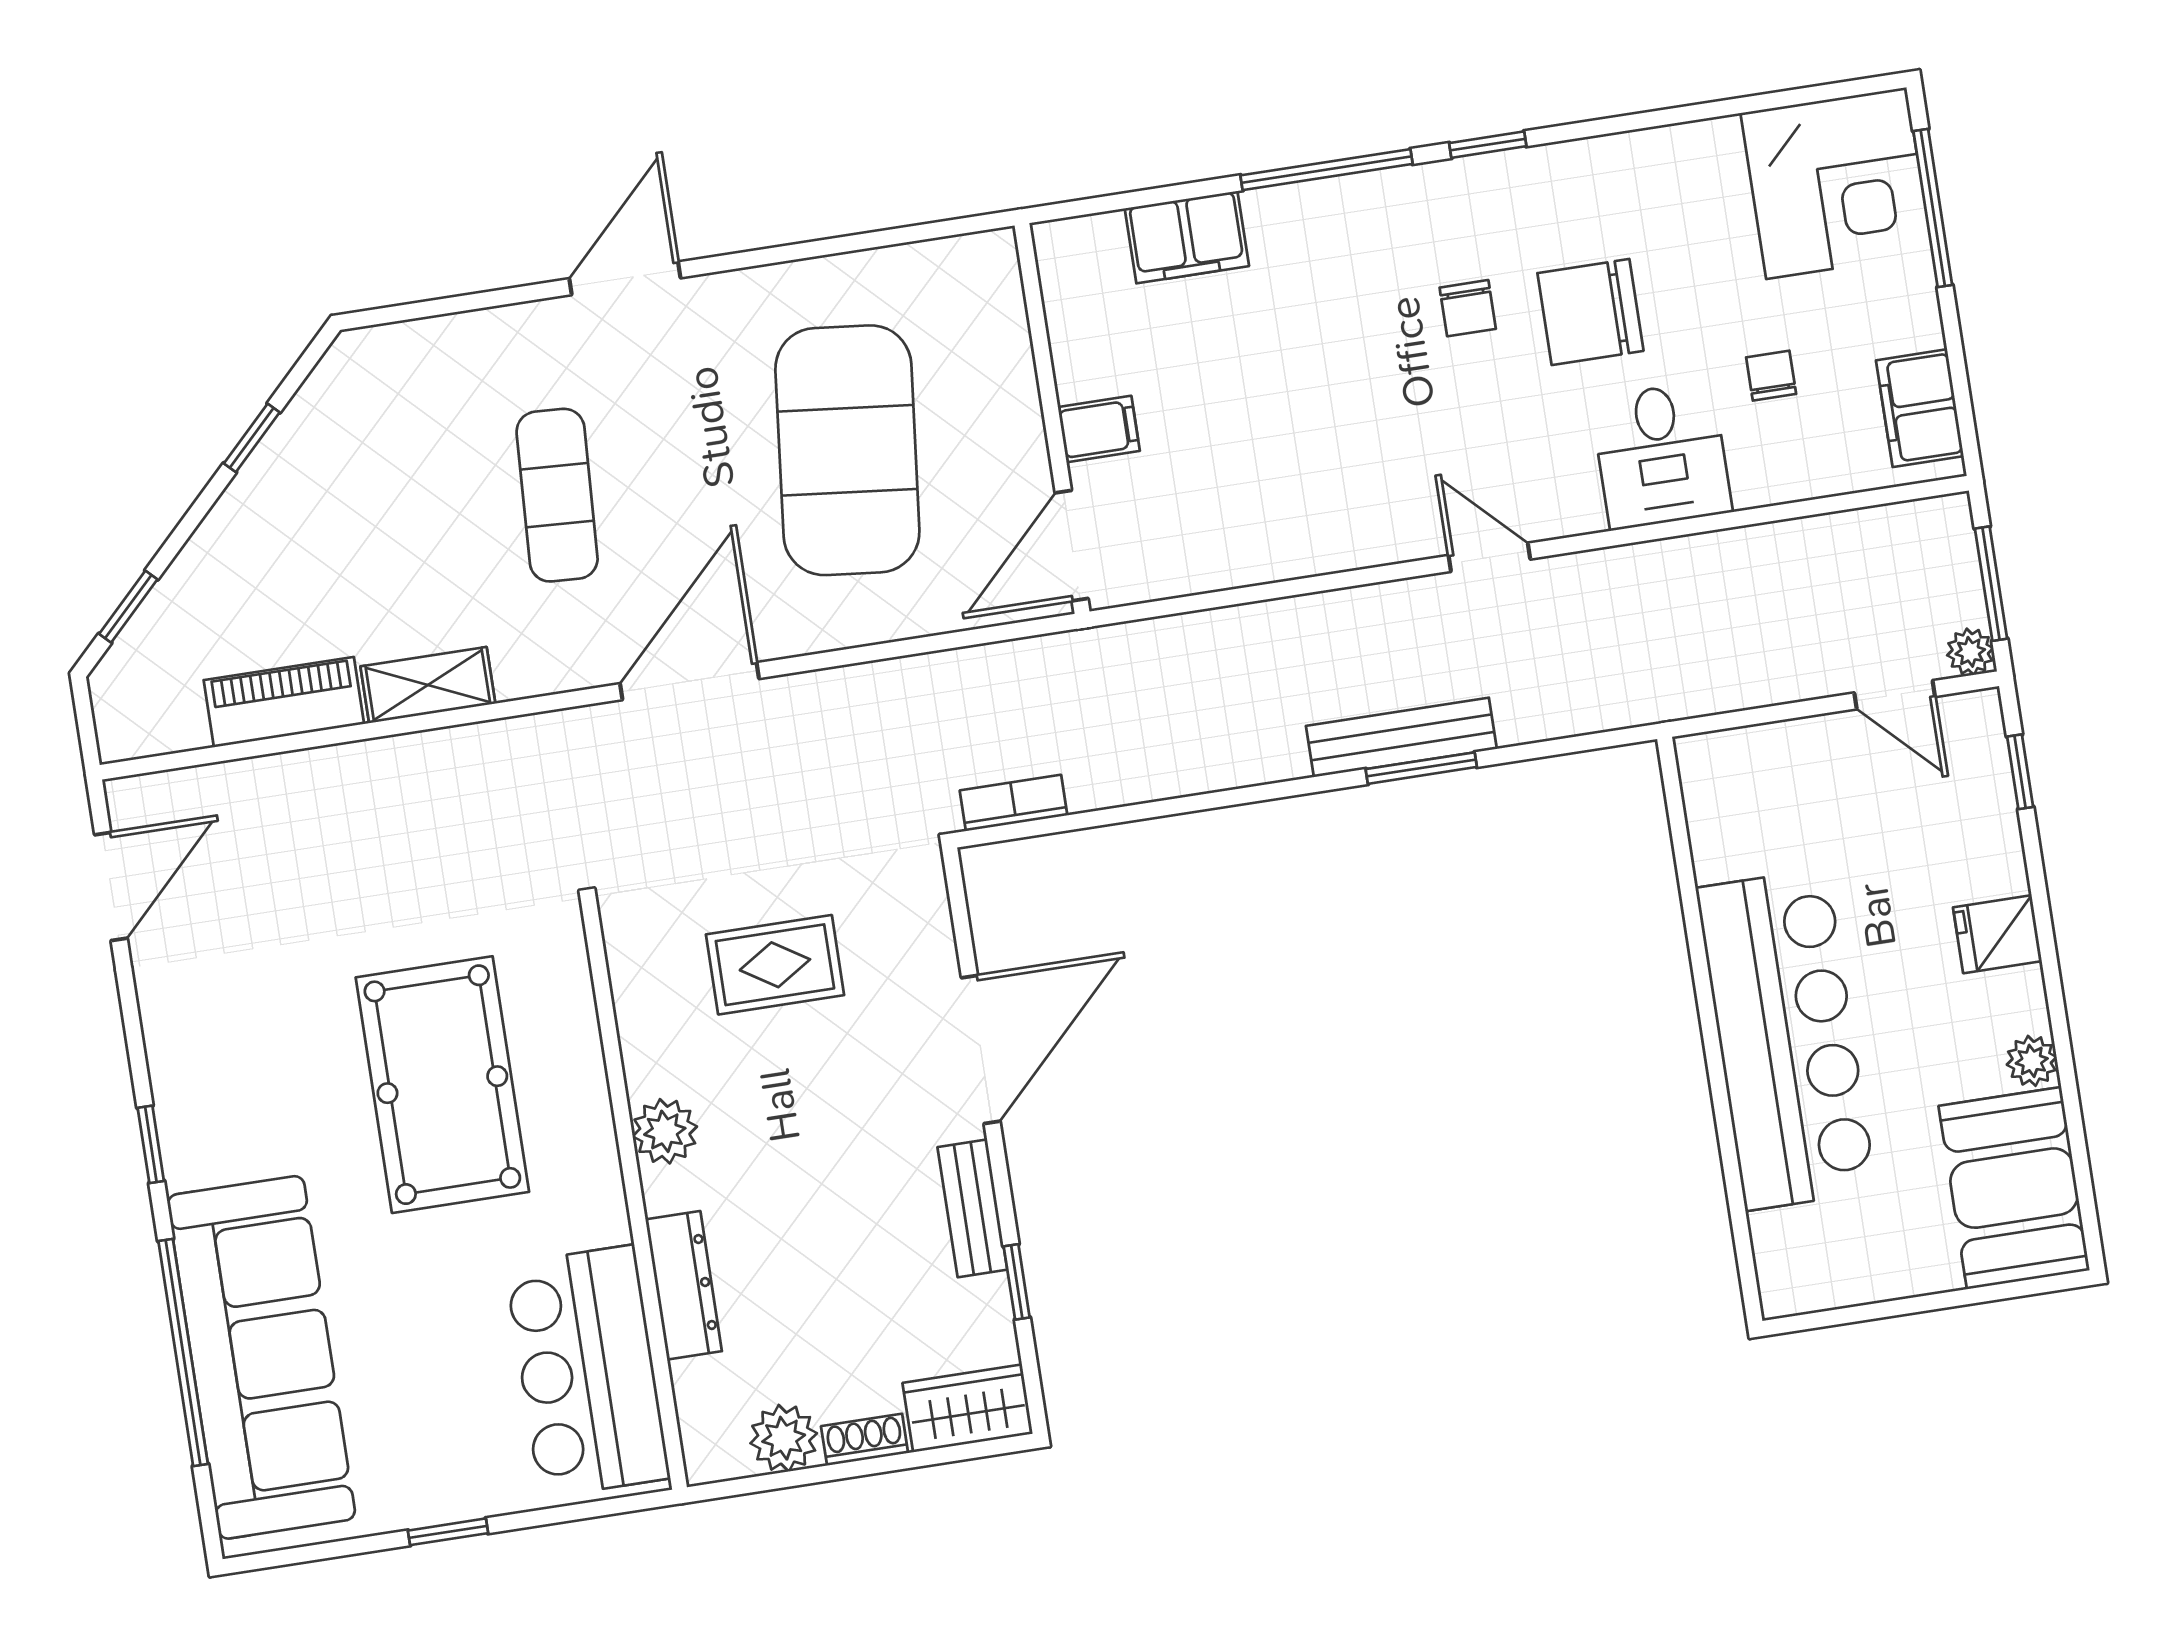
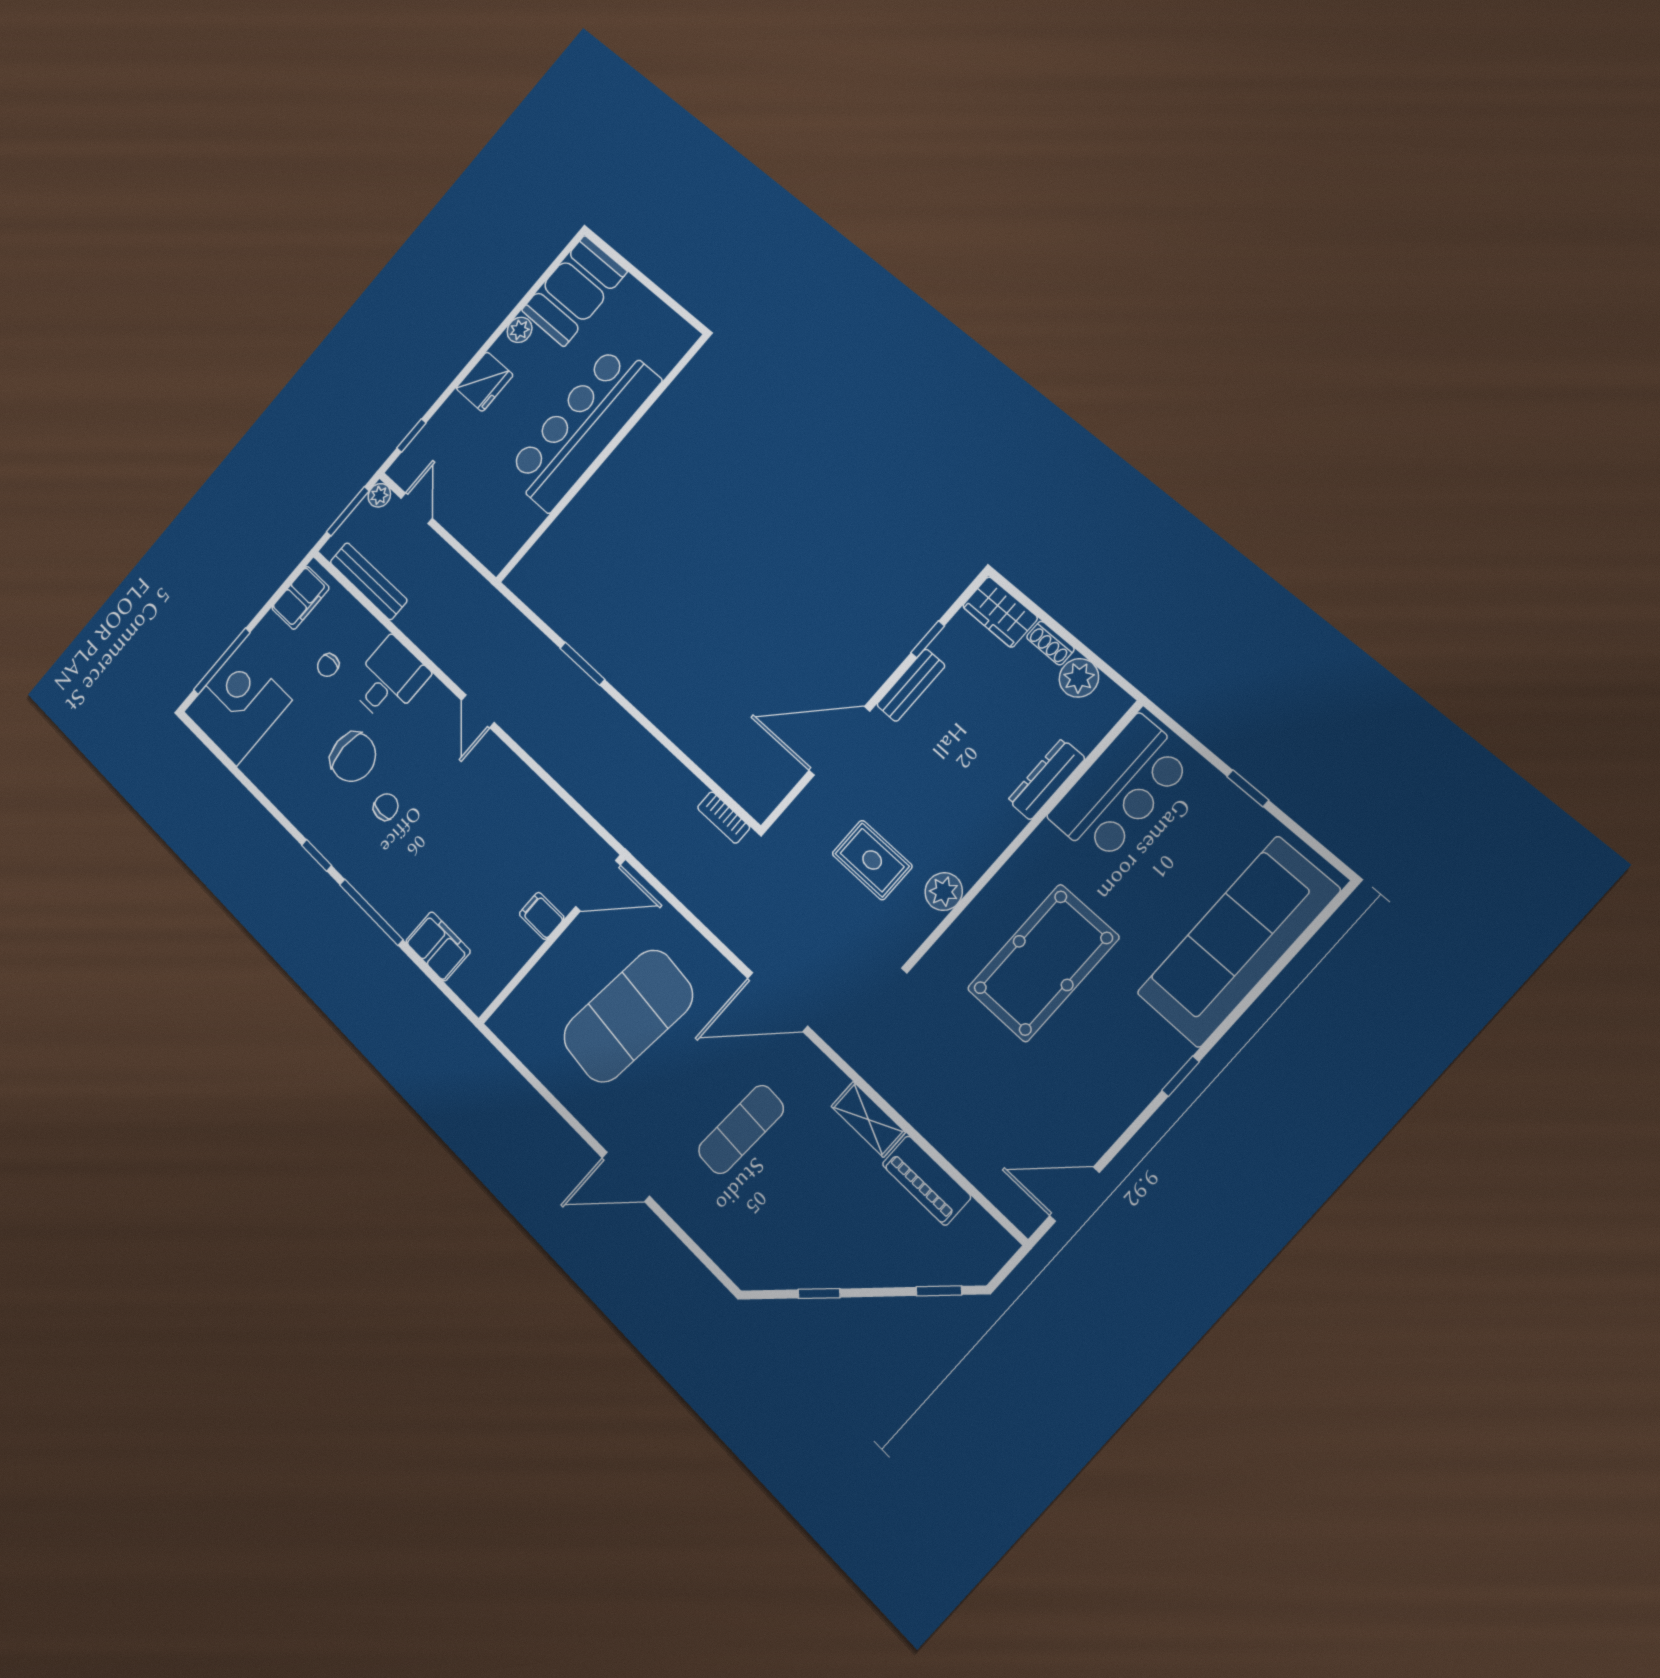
bench: (1401, 737) -> (369, 581), moved
fridge: (1997, 934) -> (485, 382), width x1.38
plant: (665, 1131) -> (944, 892), moved
window: (183, 1352) -> (1267, 980), removed

